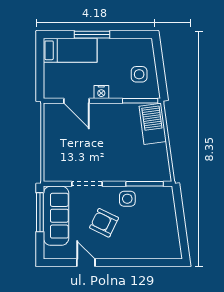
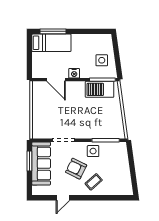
window: (92, 35) -> (53, 31), moved
barbecue: (153, 124) -> (100, 89), moved, turned -82
window: (40, 212) -> (29, 161), width x0.69
coffee table: (128, 241) -> (94, 182), added
door: (86, 263) -> (63, 198), swing flipped

